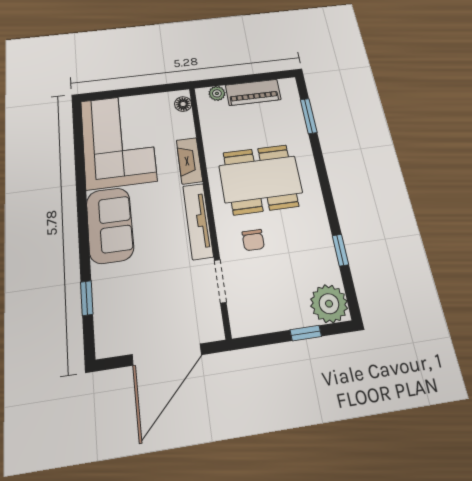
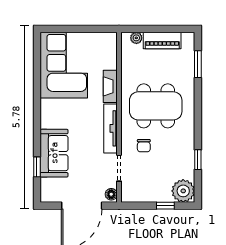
floor lamp: (183, 104) -> (111, 194), moved
sofa: (110, 225) -> (54, 153), moved

